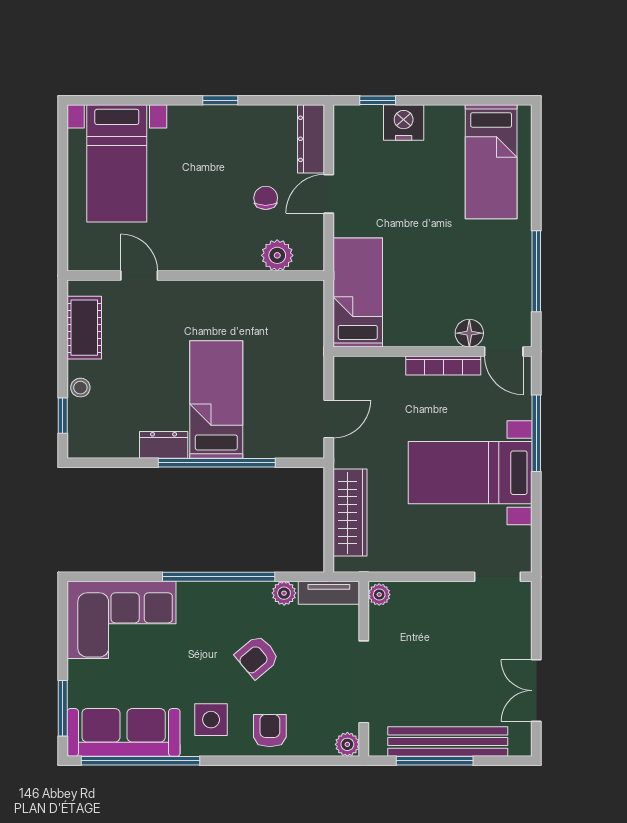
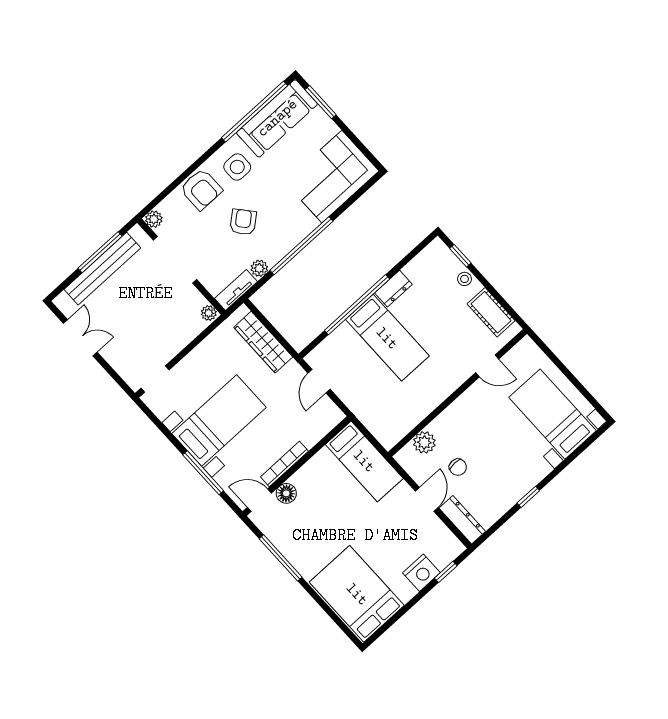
bed: (491, 162) -> (357, 594), width x1.50
armchair: (270, 731) -> (201, 189), width x1.38, depth x1.38

